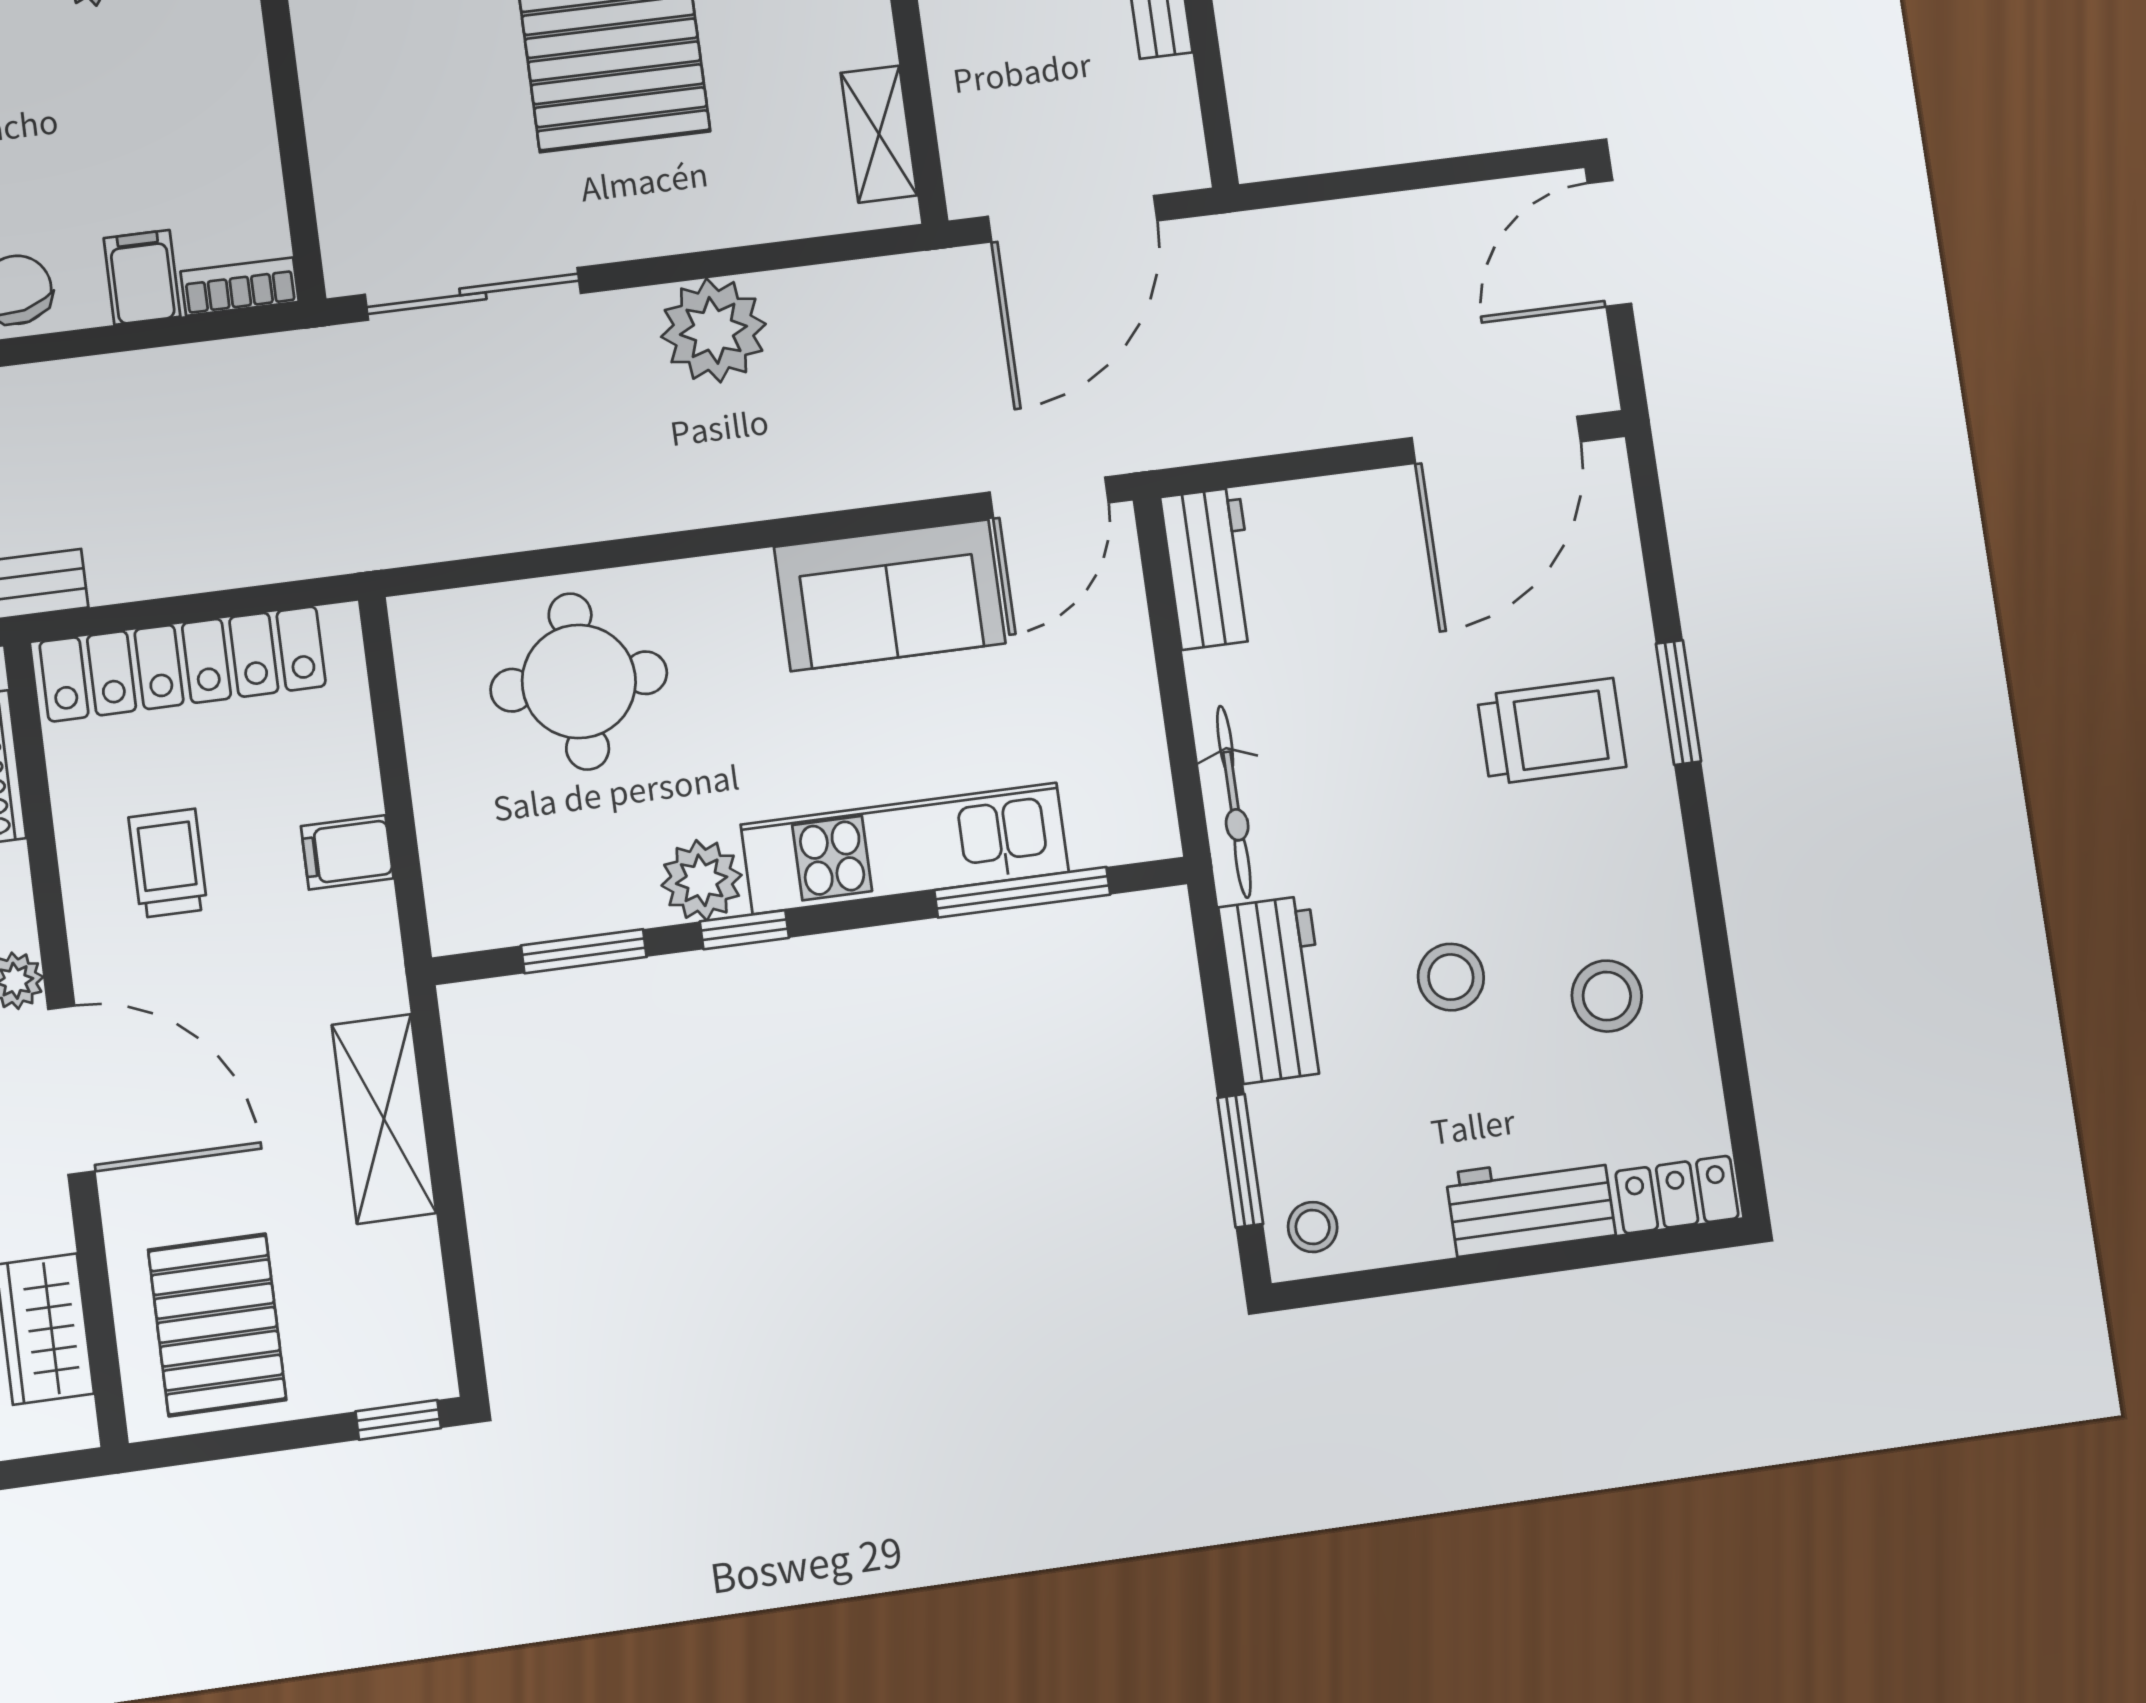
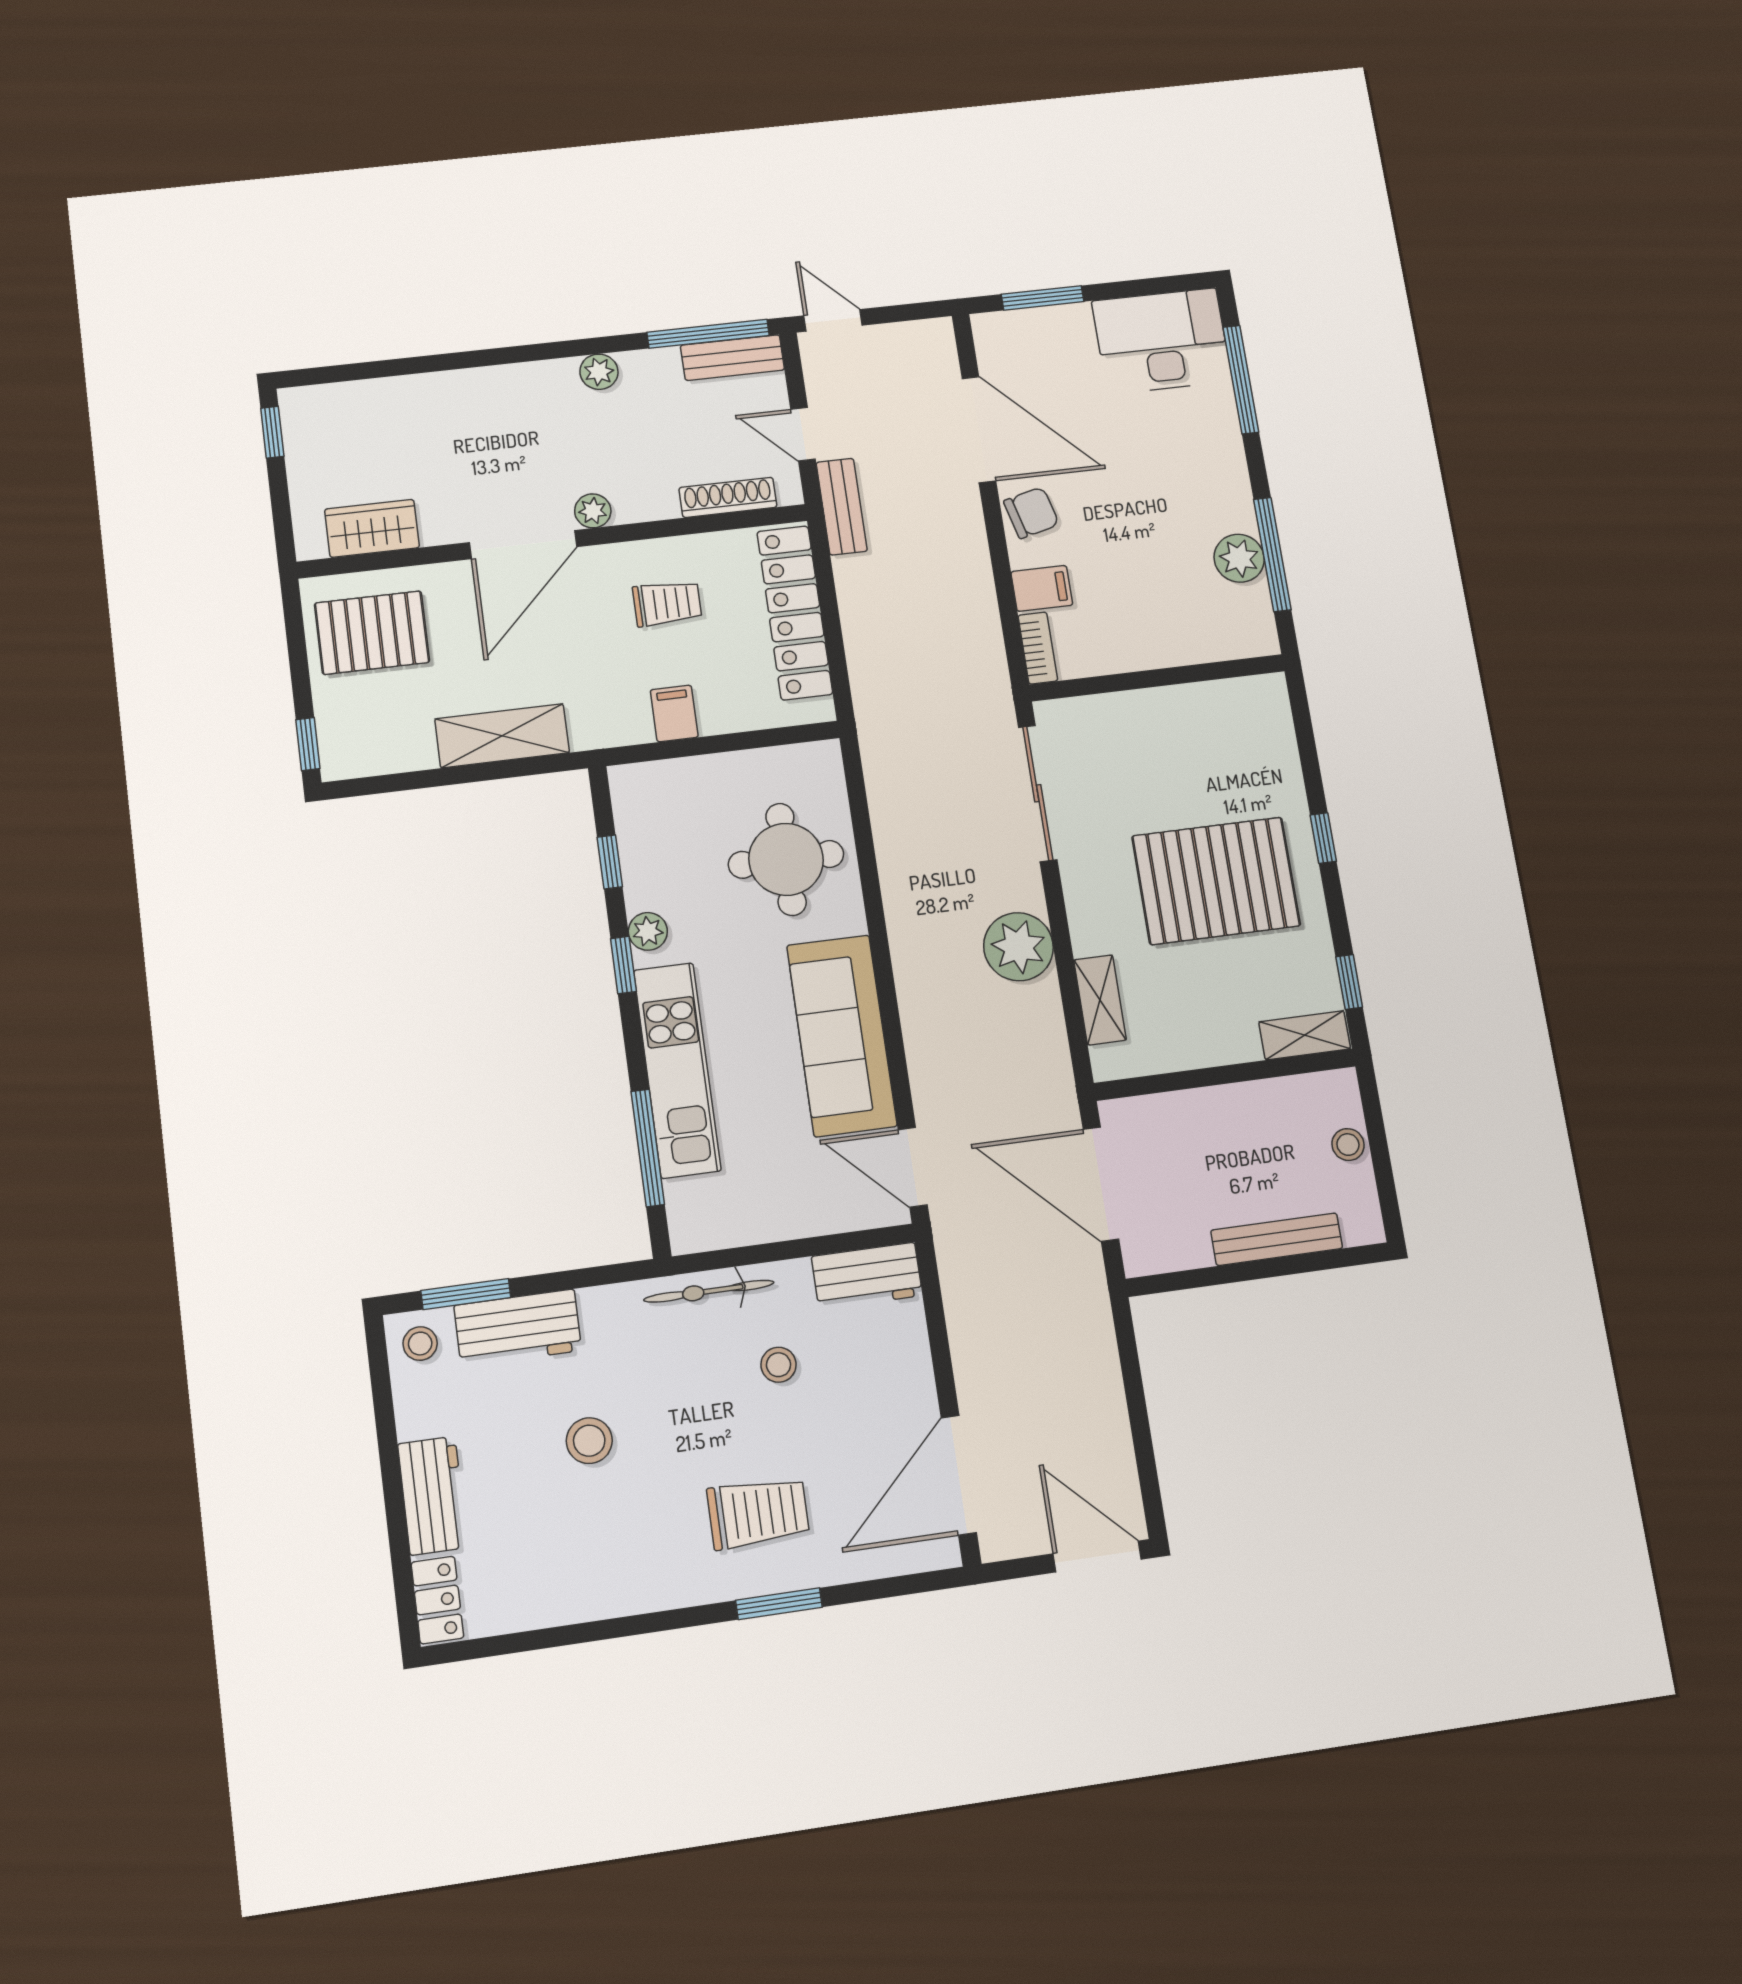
shelving: (879, 134) -> (1100, 1000), moved, turned 90
door: (1496, 440) -> (959, 1475), hinge flipped
sofa: (890, 595) -> (842, 1035), width x1.36
trolley: (1552, 731) -> (758, 1513), turned -90
plant: (702, 880) -> (648, 931), width x0.73, depth x0.73
window: (584, 951) -> (610, 862), width x0.67
workbench: (1276, 990) -> (518, 1328), moved
stool: (1607, 996) -> (779, 1365), moved, width x0.73, depth x0.73

